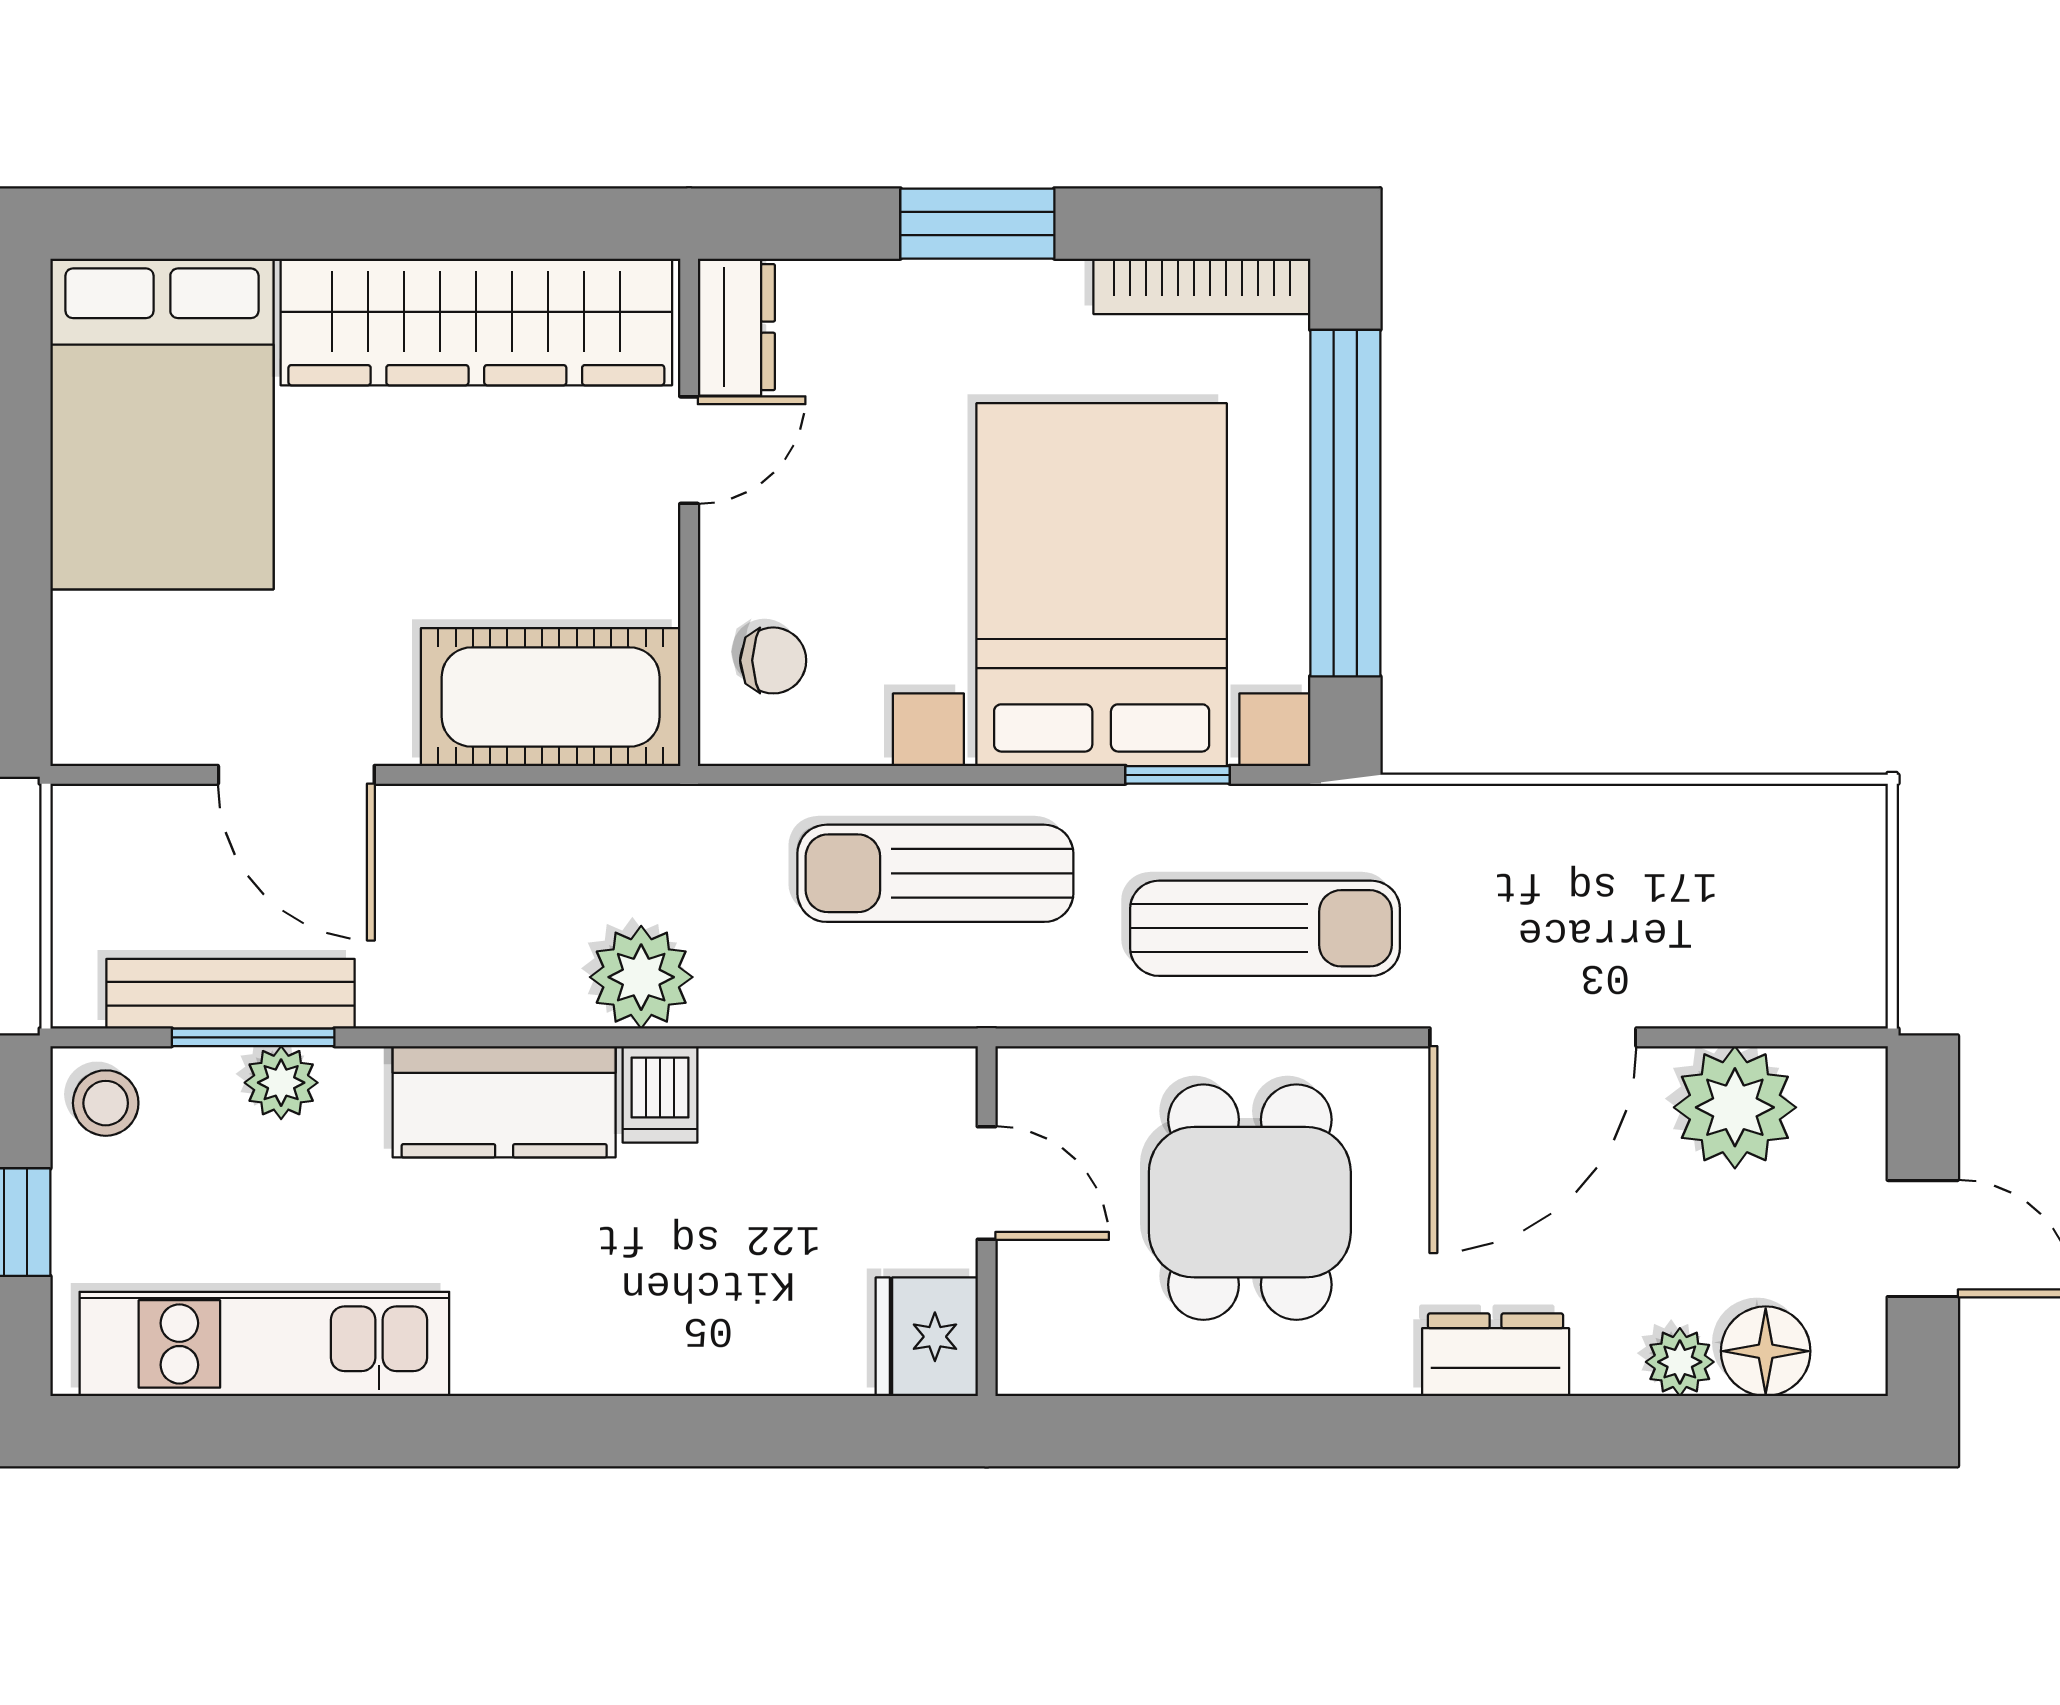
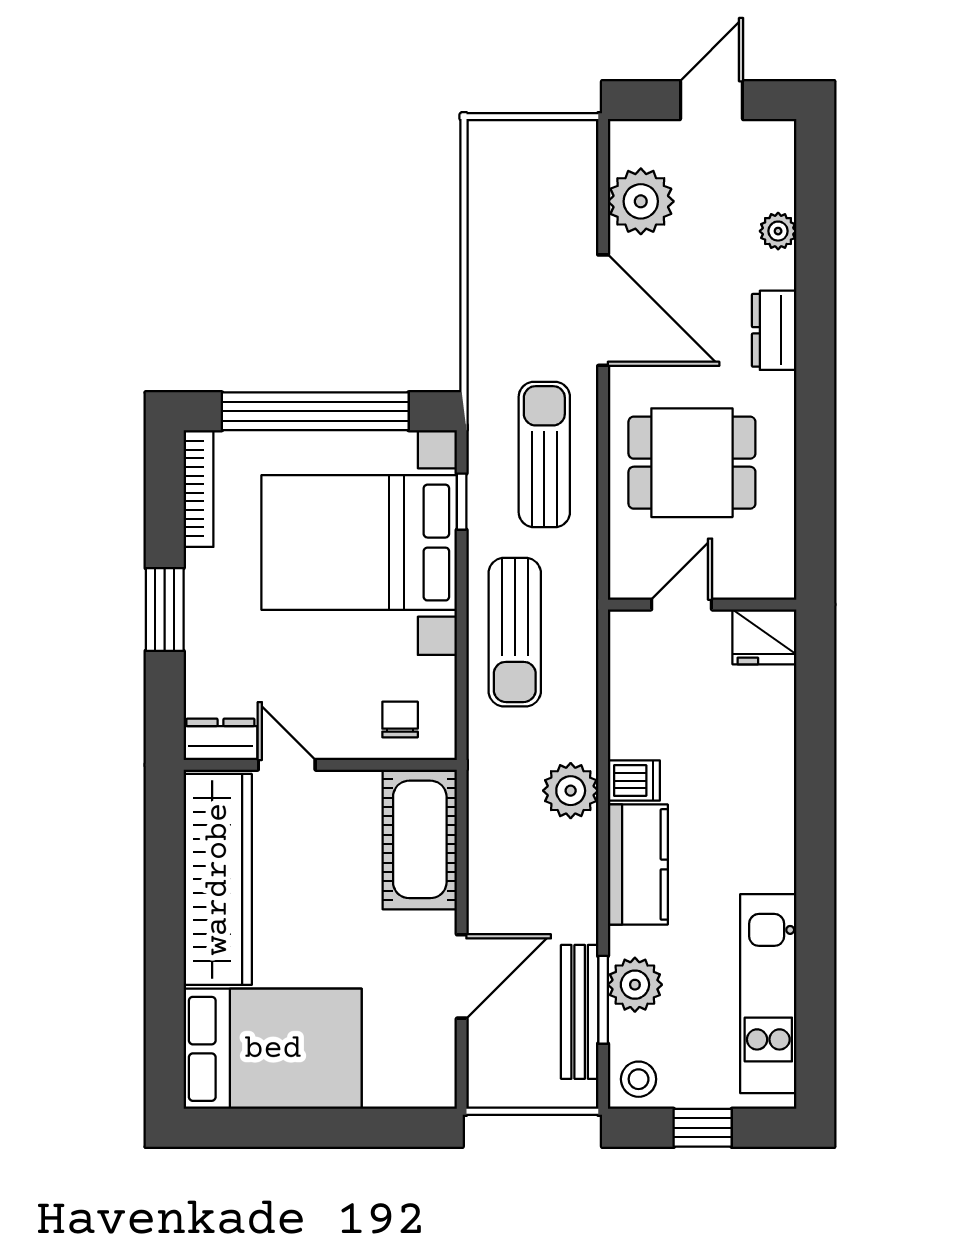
plant: (281, 1083) -> (635, 985), width x1.38, depth x1.38
floor lamp: (1766, 1351) -> (772, 185), removed

